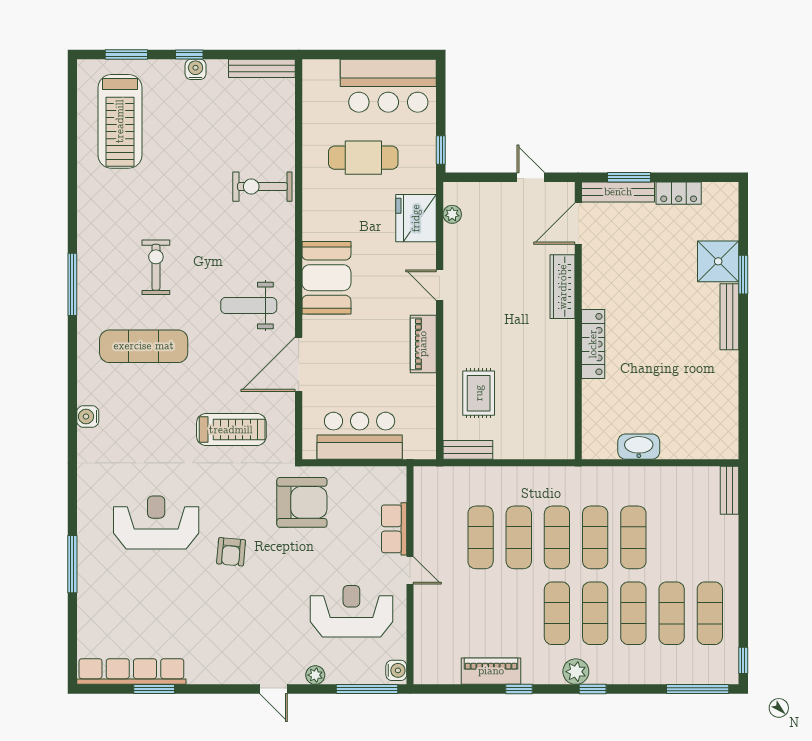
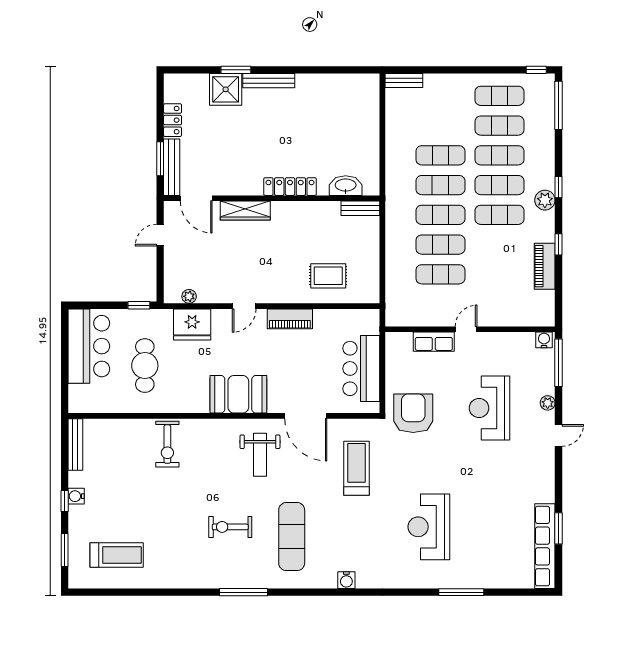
treadmill: (120, 121) -> (117, 555), width x0.73, depth x0.73
washbasin: (639, 447) -> (346, 186), moved, turned 90
bench: (468, 450) -> (360, 208), moved, turned 90
armchair: (231, 552) -> (452, 468), removed
reception desk: (351, 611) -> (490, 408), moved

